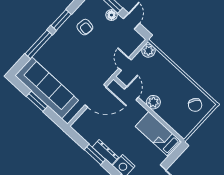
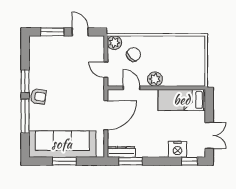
floor lamp: (111, 15) -> (60, 42), removed
armchair: (85, 27) -> (38, 96), moved
chair: (195, 105) -> (134, 54), moved, turned -80
dresser: (105, 152) -> (121, 152), moved
window: (95, 155) -> (131, 161), moved

